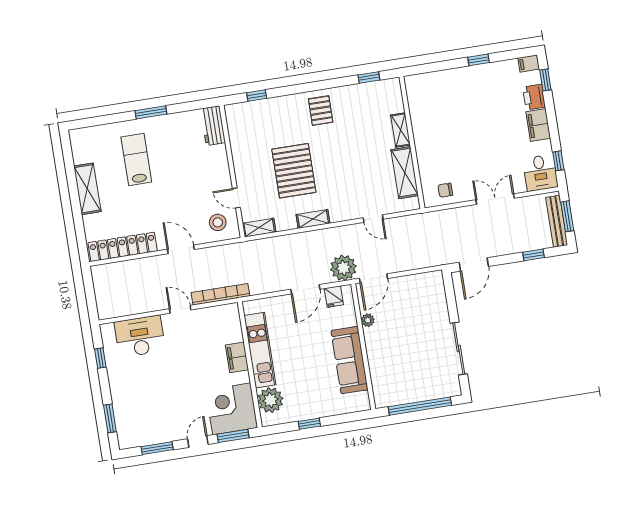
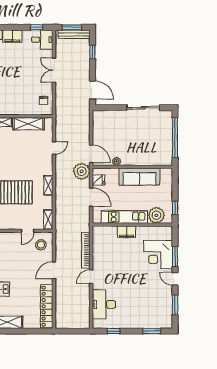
kitchen unit: (260, 350) -> (124, 217), moved
filing cabinet: (237, 357) -> (127, 232), moved
wall: (250, 365) -> (132, 225), moved
plant: (270, 400) -> (156, 215), moved

